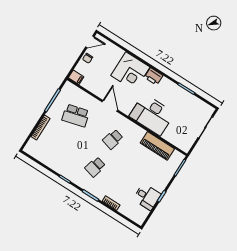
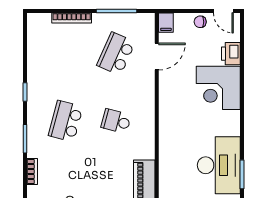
printer: (154, 76) -> (231, 54), moved
door: (110, 106) -> (157, 57), moved
desk: (152, 115) -> (219, 165), moved, turned 180
school desk: (76, 116) -> (116, 54), turned 39
school desk: (95, 167) -> (66, 121), width x1.85

